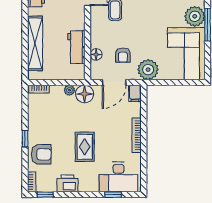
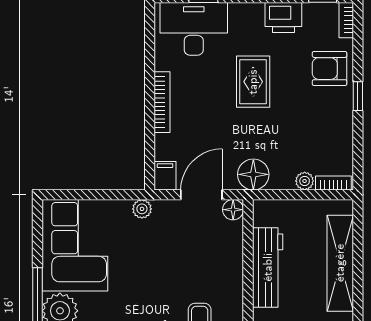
workbench: (76, 47) -> (268, 267), width x1.38
floor lamp: (96, 54) -> (233, 210), moved
armchair: (123, 55) -> (186, 243), removed
plant: (148, 70) -> (142, 209), width x0.53, depth x0.53
plant: (69, 90) -> (305, 181), moved

